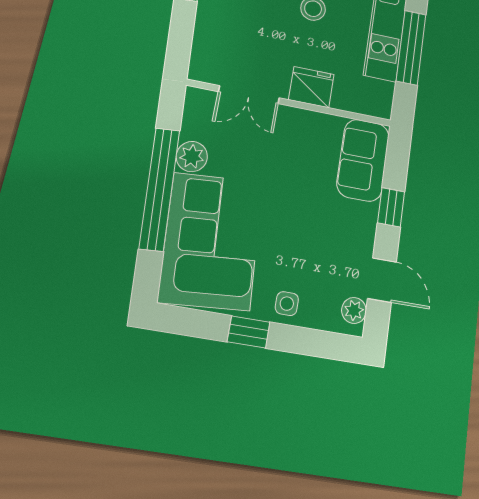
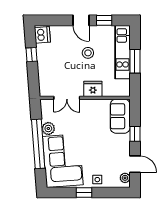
window: (411, 47) -> (135, 61), width x0.69

